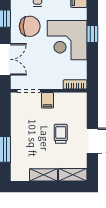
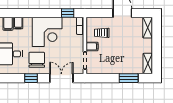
window: (92, 34) -> (68, 13), moved
trolley: (61, 134) -> (102, 33), moved
shelving: (44, 175) -> (148, 64), moved

